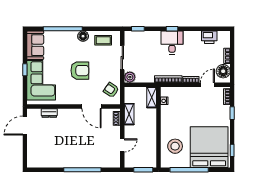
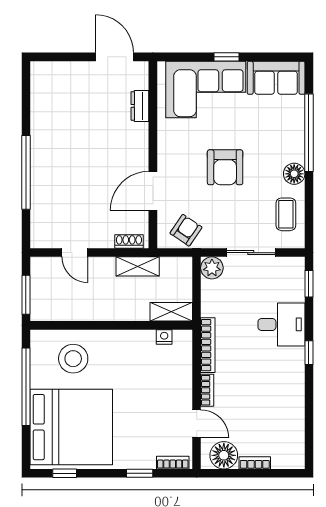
printer: (209, 37) -> (292, 427), removed
desk: (172, 42) -> (281, 324), moved

